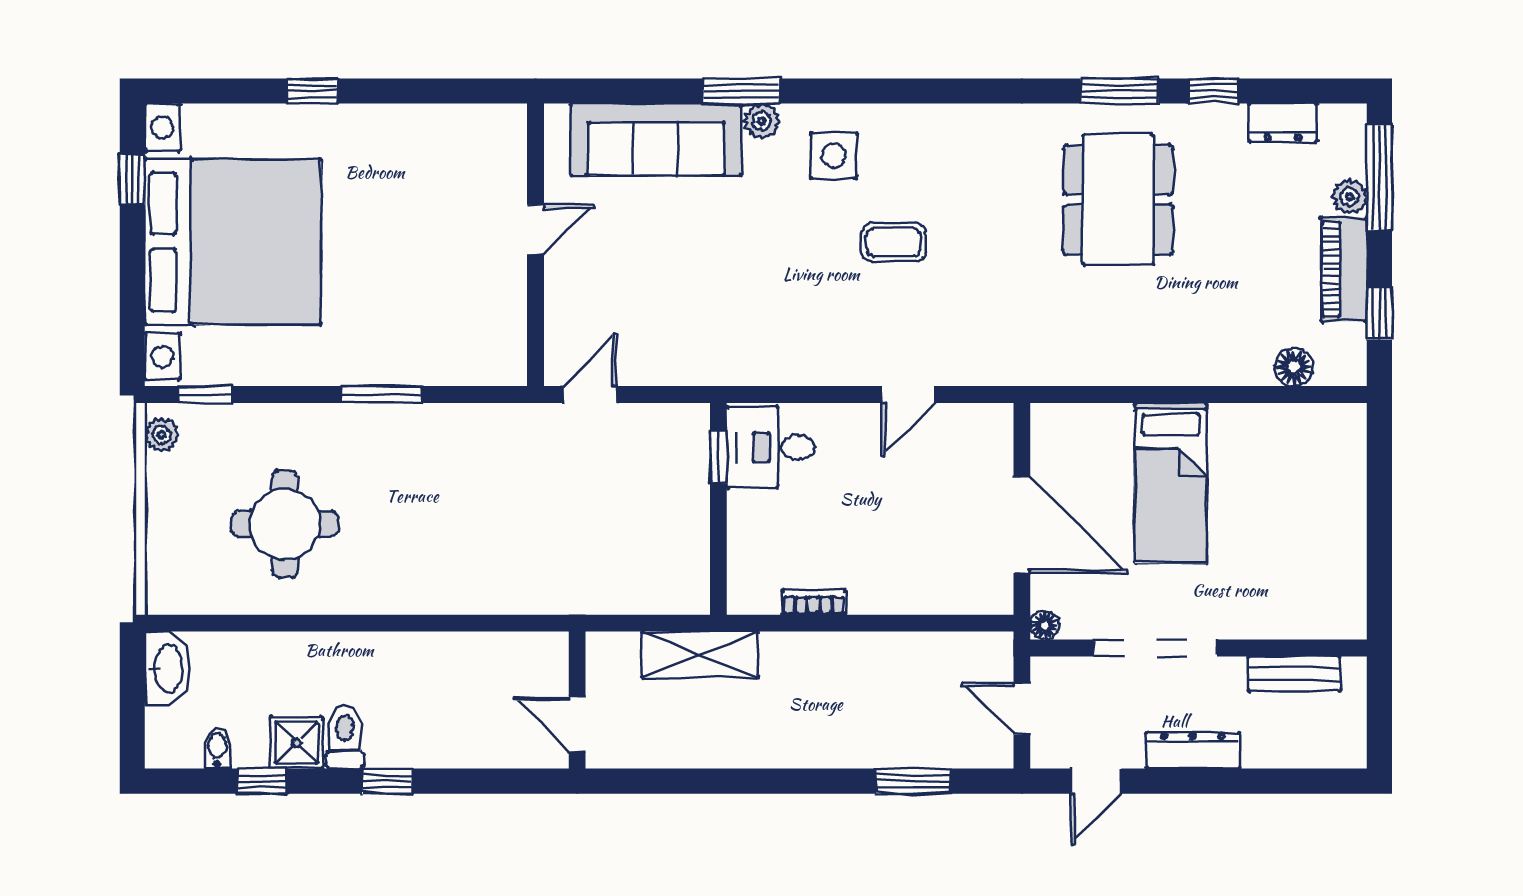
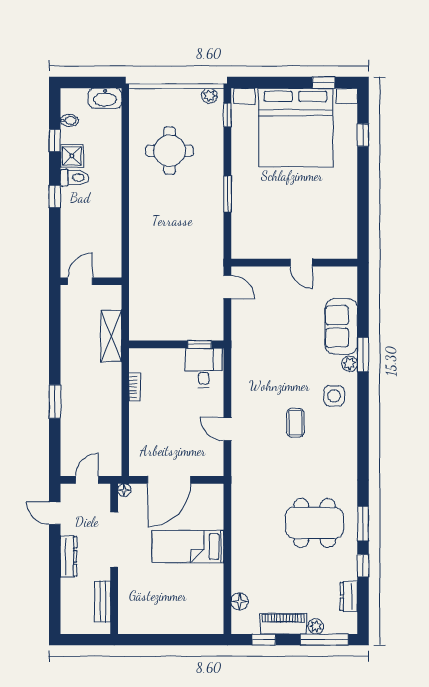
window: (312, 91) -> (363, 135), moved
sofa: (656, 140) -> (341, 326), width x0.73
window: (914, 781) -> (55, 401), moved

